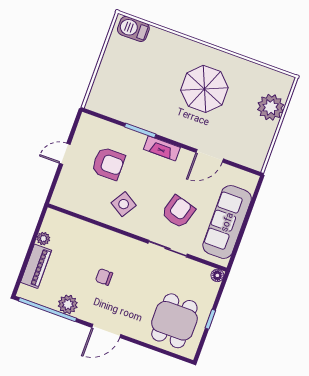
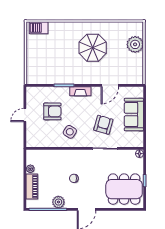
sofa: (227, 222) -> (134, 114), width x0.73
dining table: (174, 321) -> (124, 189), width x1.38

